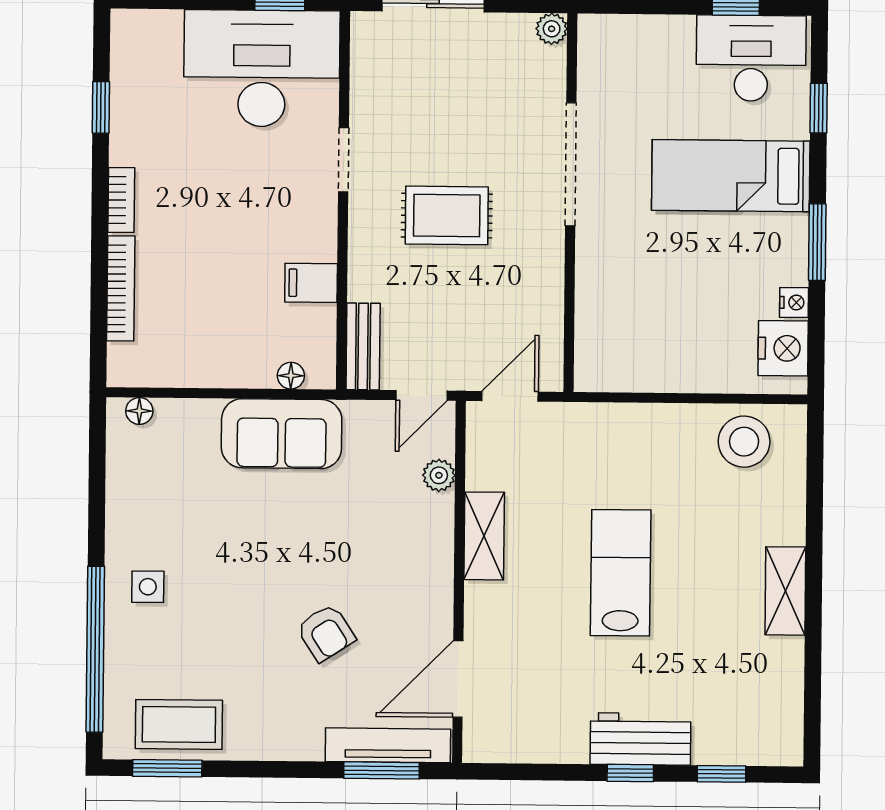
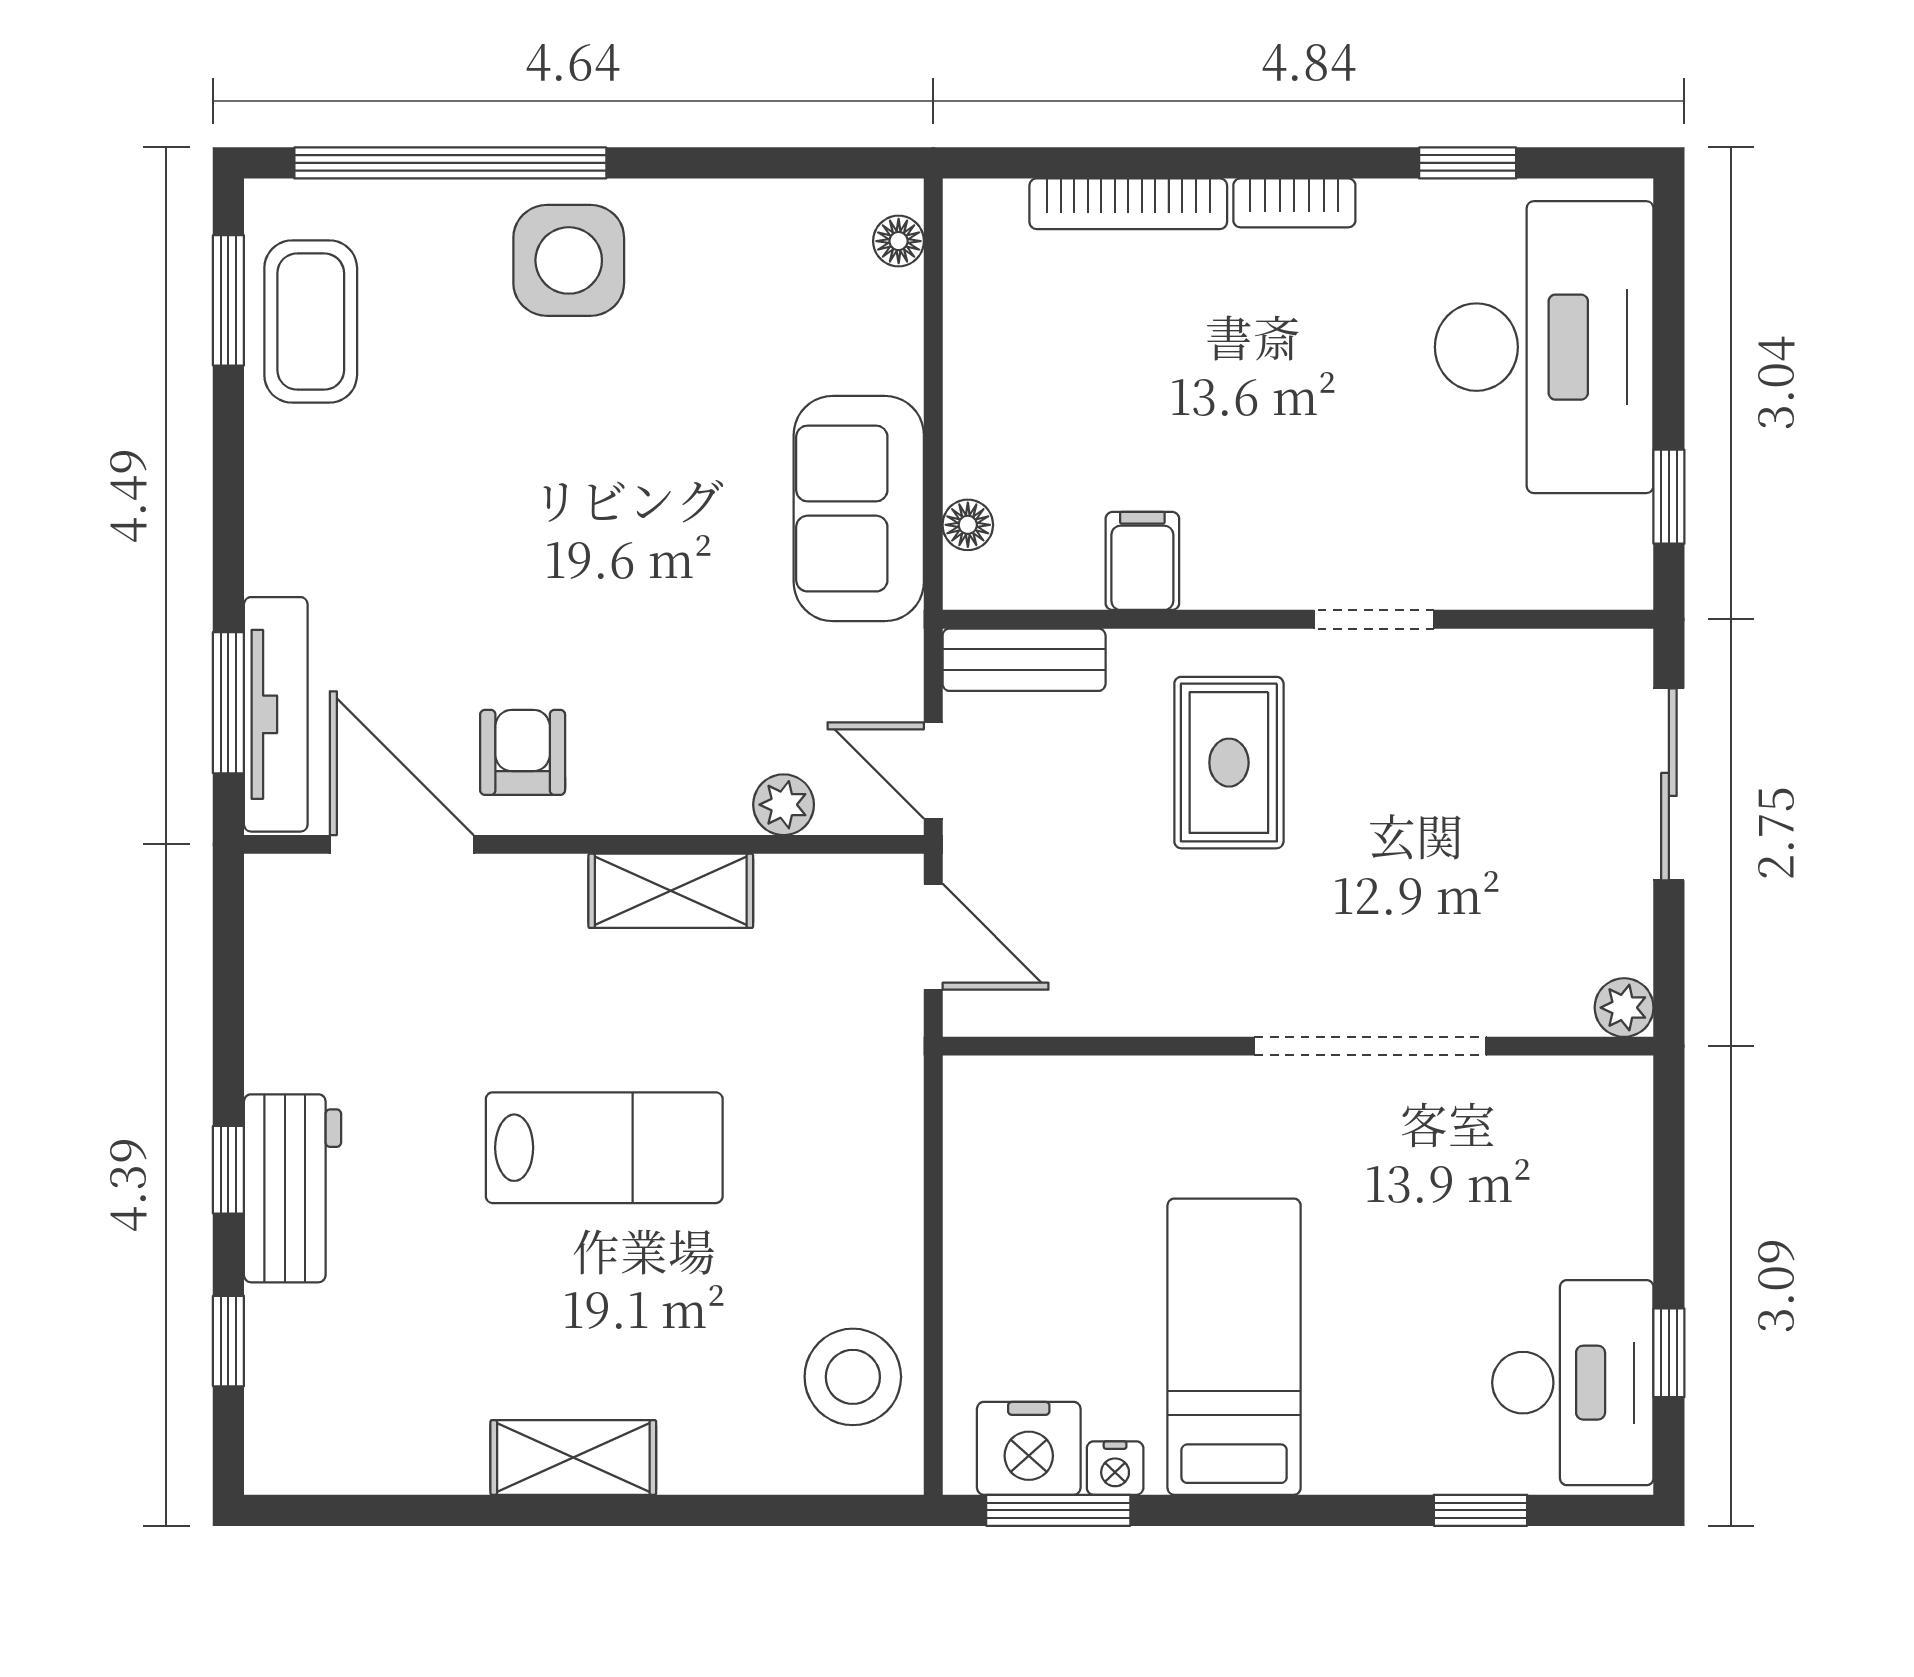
desk: (262, 68) -> (1544, 347), moved
bed: (731, 176) -> (1234, 1347), moved
rug: (447, 215) -> (1229, 763), moved
window: (817, 242) -> (1058, 1510), moved
side table: (148, 587) -> (569, 260), width x1.87, depth x1.87
armchair: (326, 633) -> (523, 752), moved, turned 123

